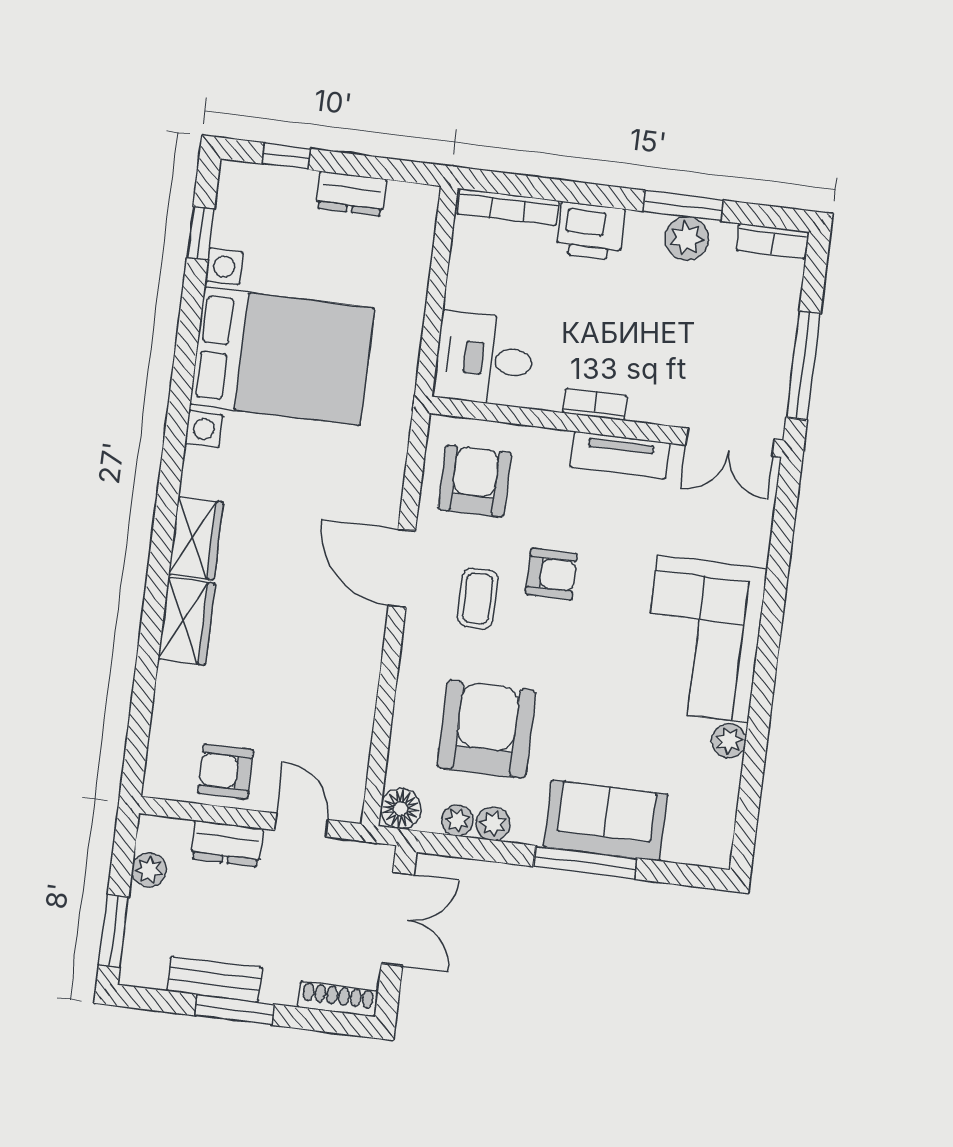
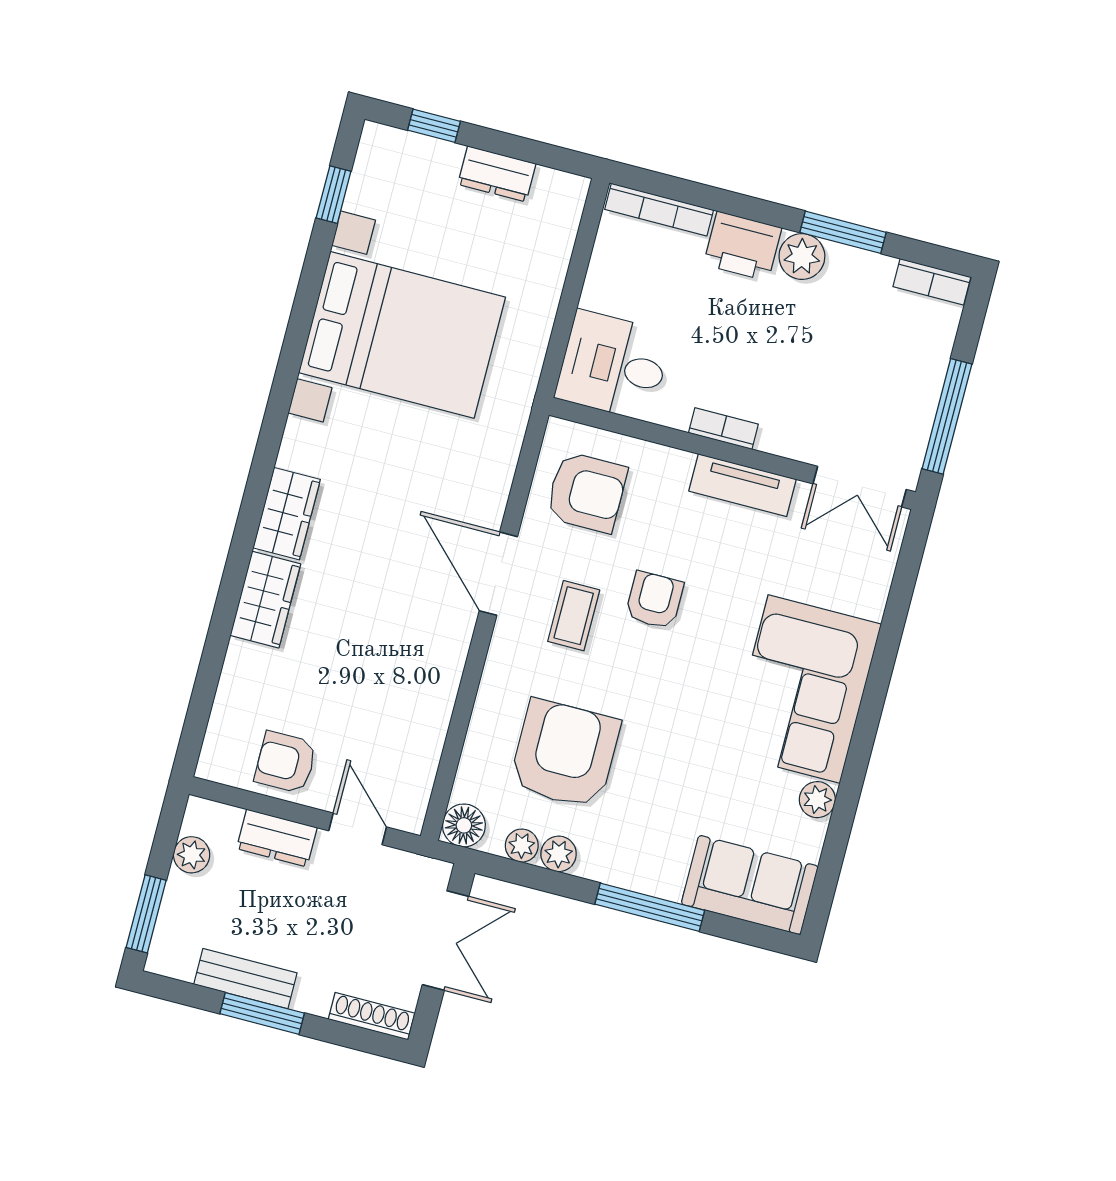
plant: (687, 238) -> (802, 257), moved
armchair: (475, 481) -> (587, 492), turned 90
armchair: (551, 574) -> (654, 600), turned -90
sofa: (606, 821) -> (750, 885), moved

